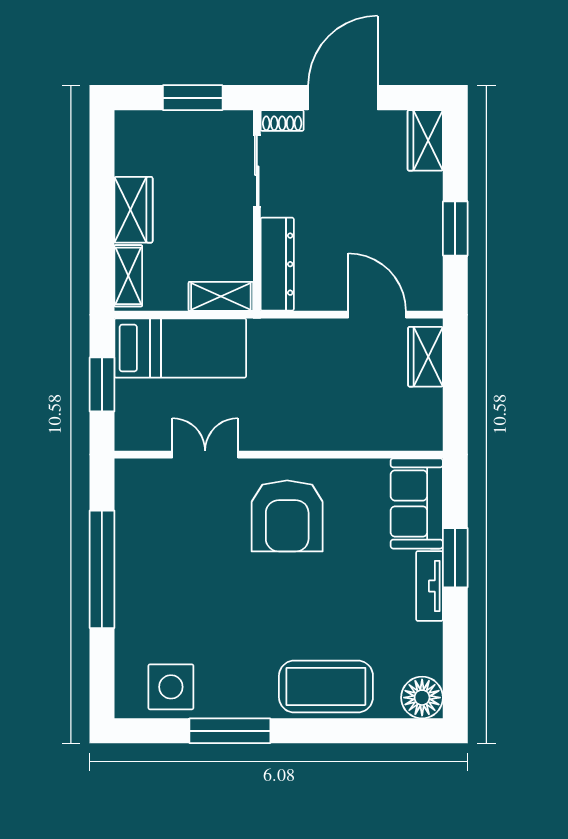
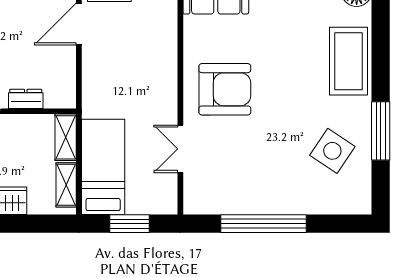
dresser: (277, 264) -> (26, 99), width x0.51, depth x0.80
shelving: (128, 276) -> (66, 185), moved, turned 90
side table: (171, 687) -> (332, 151), moved, turned 34

